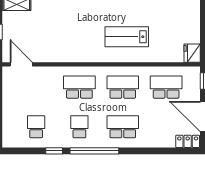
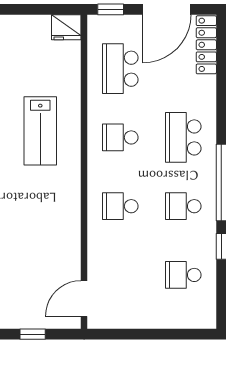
school desk: (79, 87) -> (120, 206), width x0.54
school desk: (123, 87) -> (120, 137), width x0.54
locker: (188, 141) -> (206, 45), width x1.53

